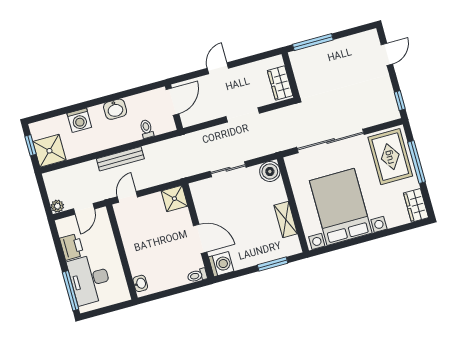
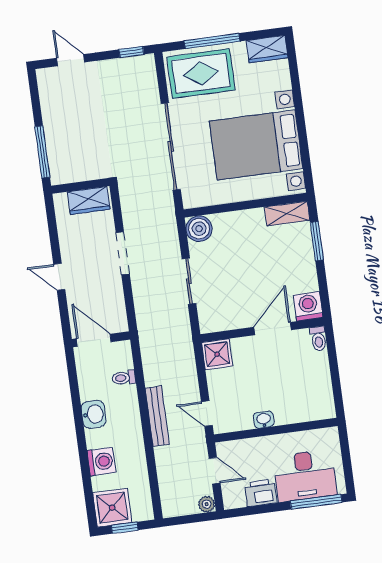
shower: (49, 151) -> (112, 508), moved
shelving: (286, 220) -> (287, 214), moved
washbasin: (140, 283) -> (264, 420), moved

